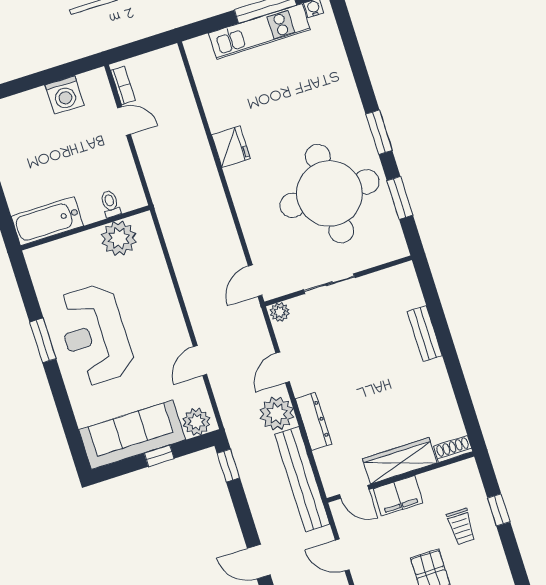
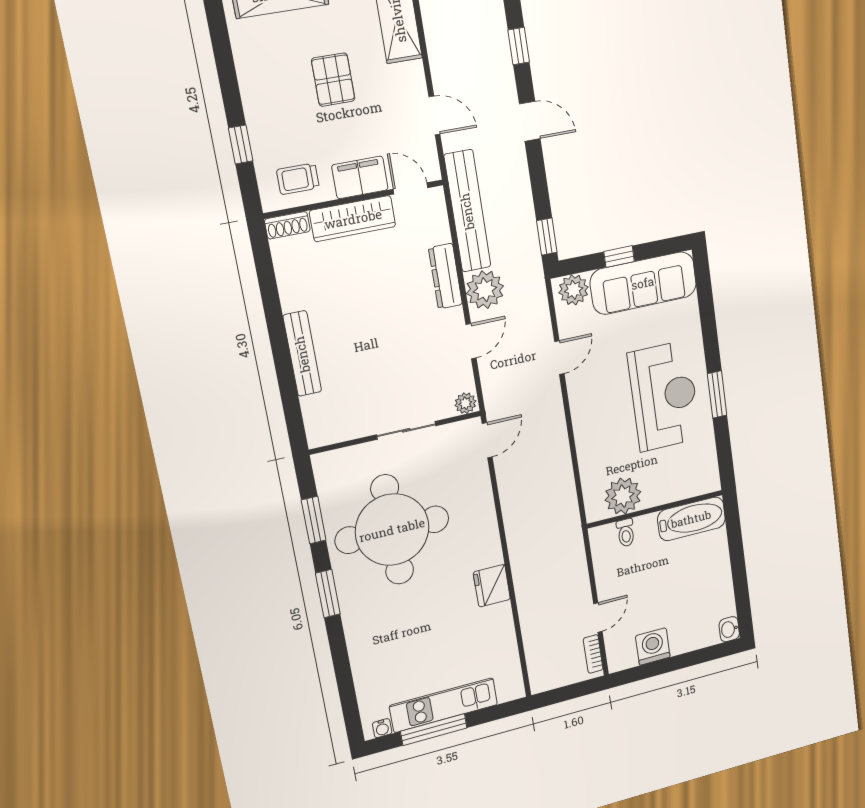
door: (124, 121) -> (598, 618), swing flipped
bench: (425, 334) -> (302, 354), width x1.36
trolley: (461, 527) -> (298, 179), moved, turned -90

